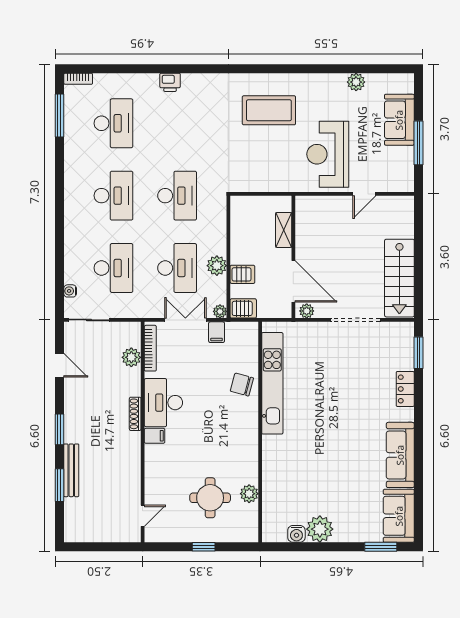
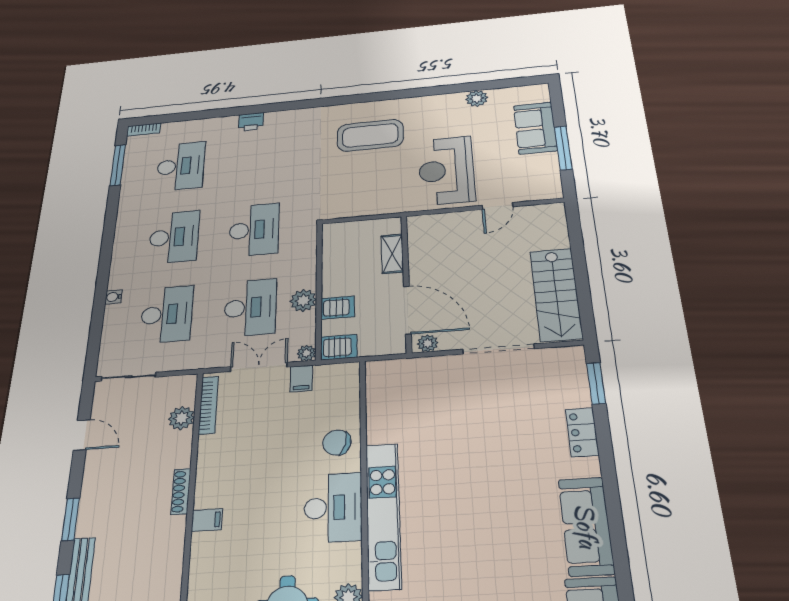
water cooler: (70, 291) -> (113, 297), moved
kitchen unit: (272, 383) -> (383, 515), moved
desk: (163, 403) -> (333, 508), moved, turned 180

